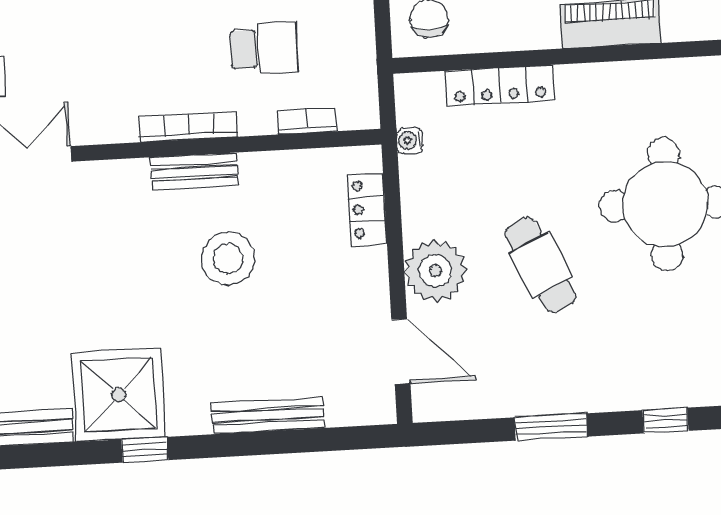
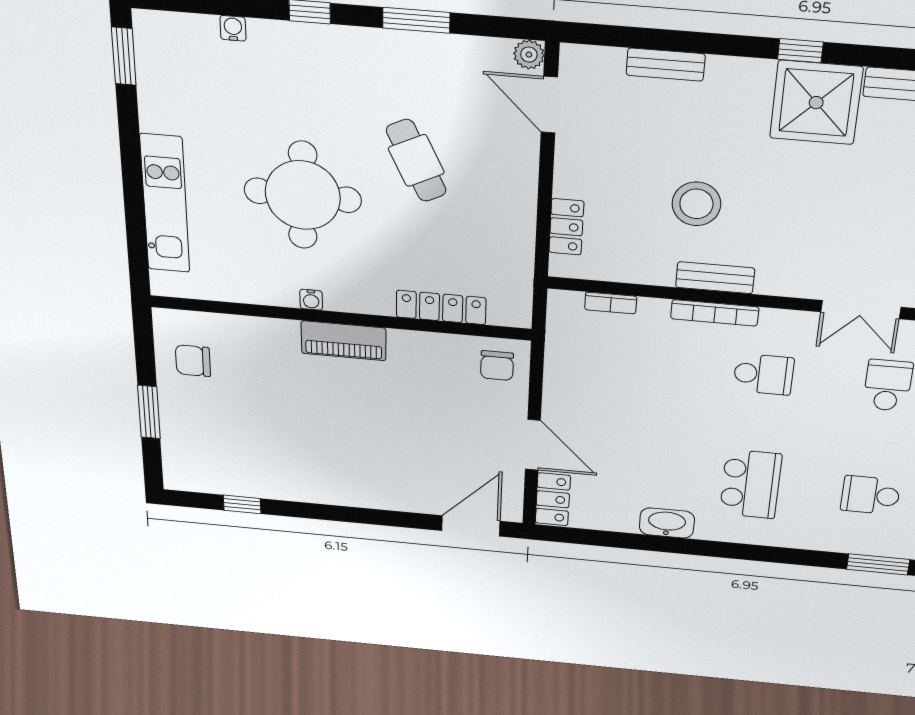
school desk: (264, 48) -> (763, 374), moved, turned 180
water cooler: (410, 140) -> (311, 300), moved, turned 90
plant: (435, 271) -> (529, 55), moved, width x0.53, depth x0.53
bench: (268, 415) -> (666, 65), width x0.73

